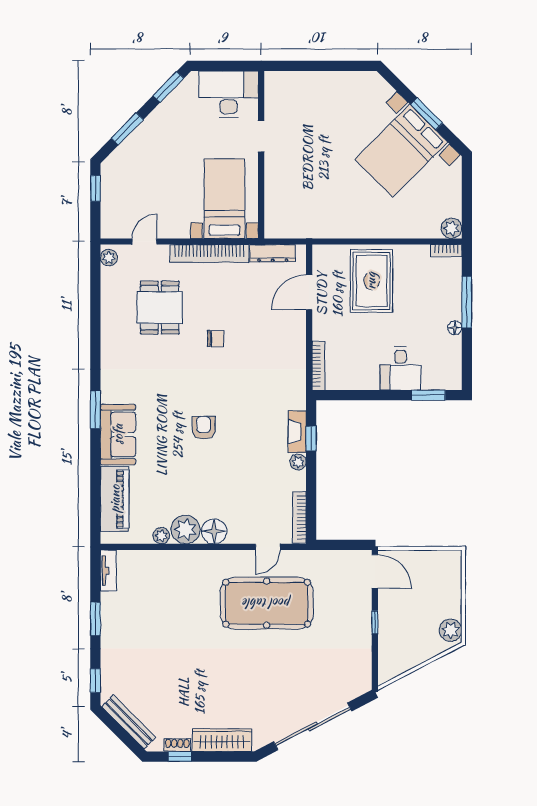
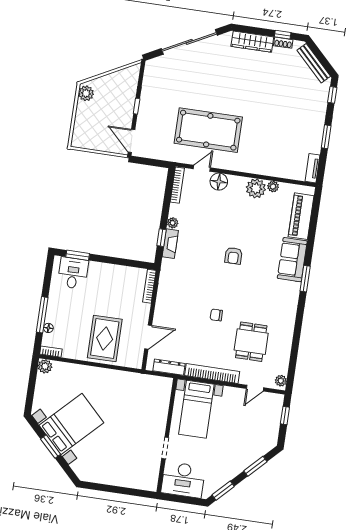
window: (95, 188) -> (285, 415), moved
floor lamp: (455, 328) -> (48, 328), moved
desk: (400, 368) -> (73, 273), moved
floor lamp: (214, 531) -> (219, 182), moved

